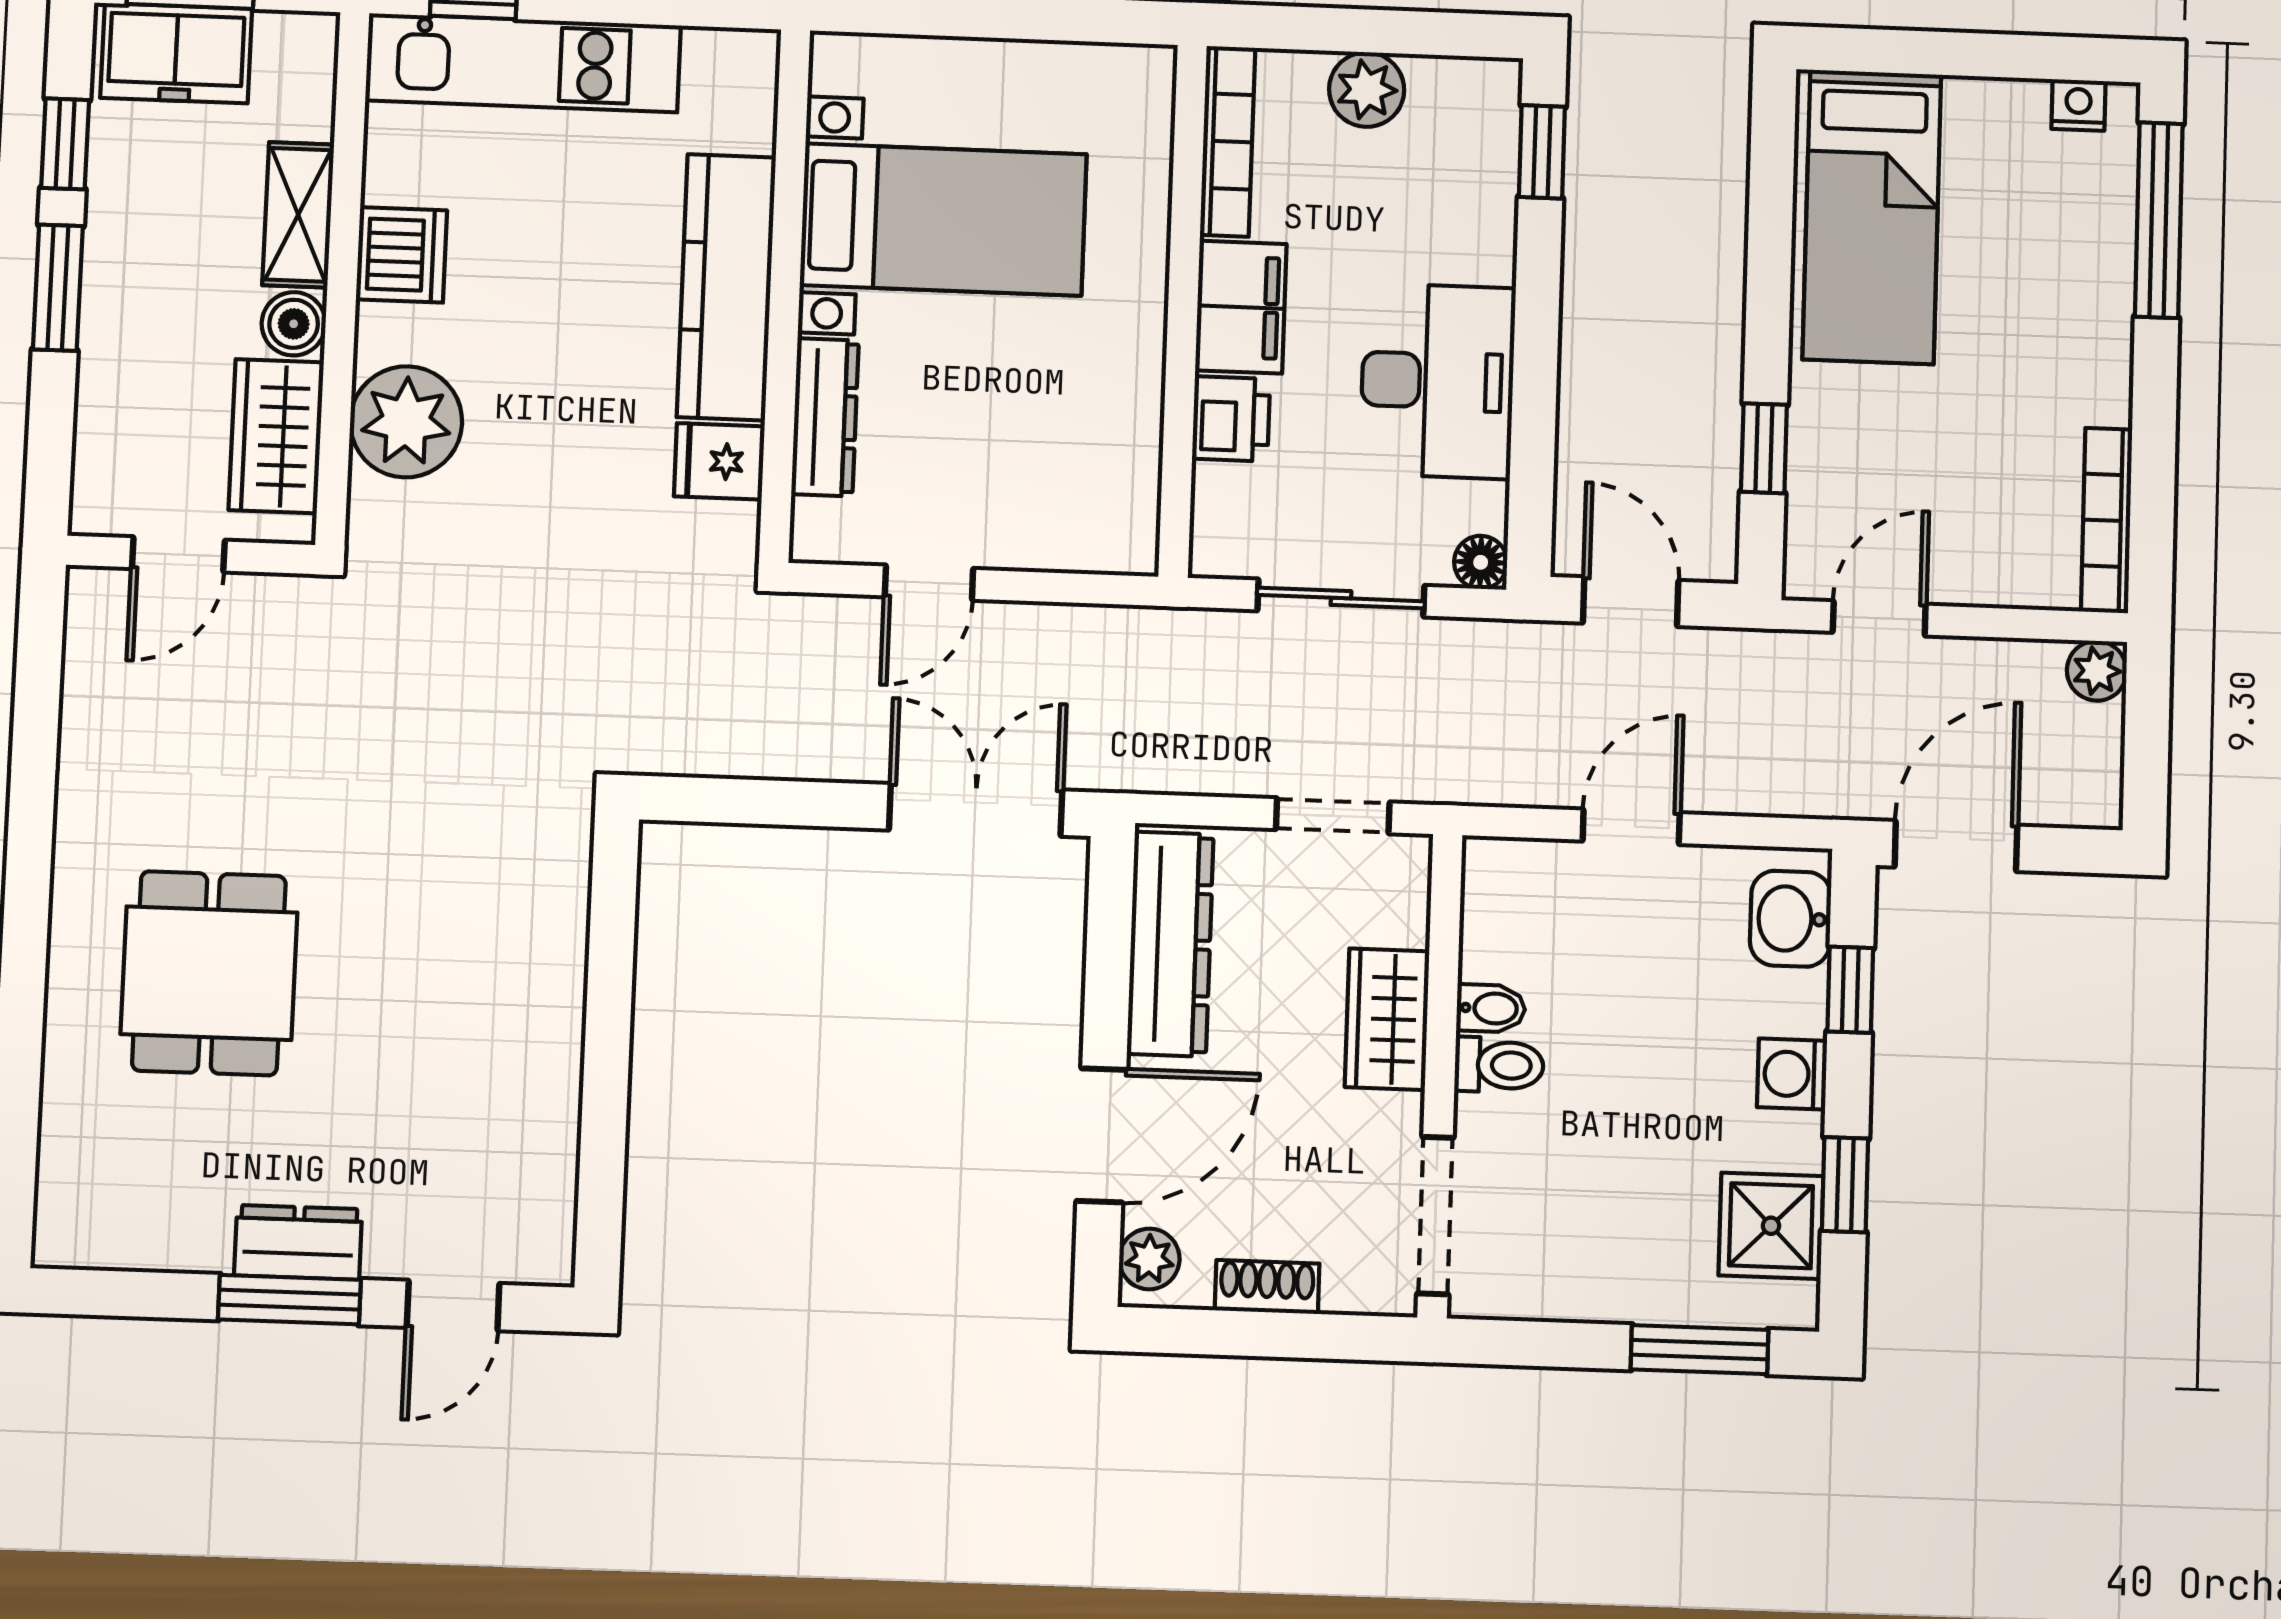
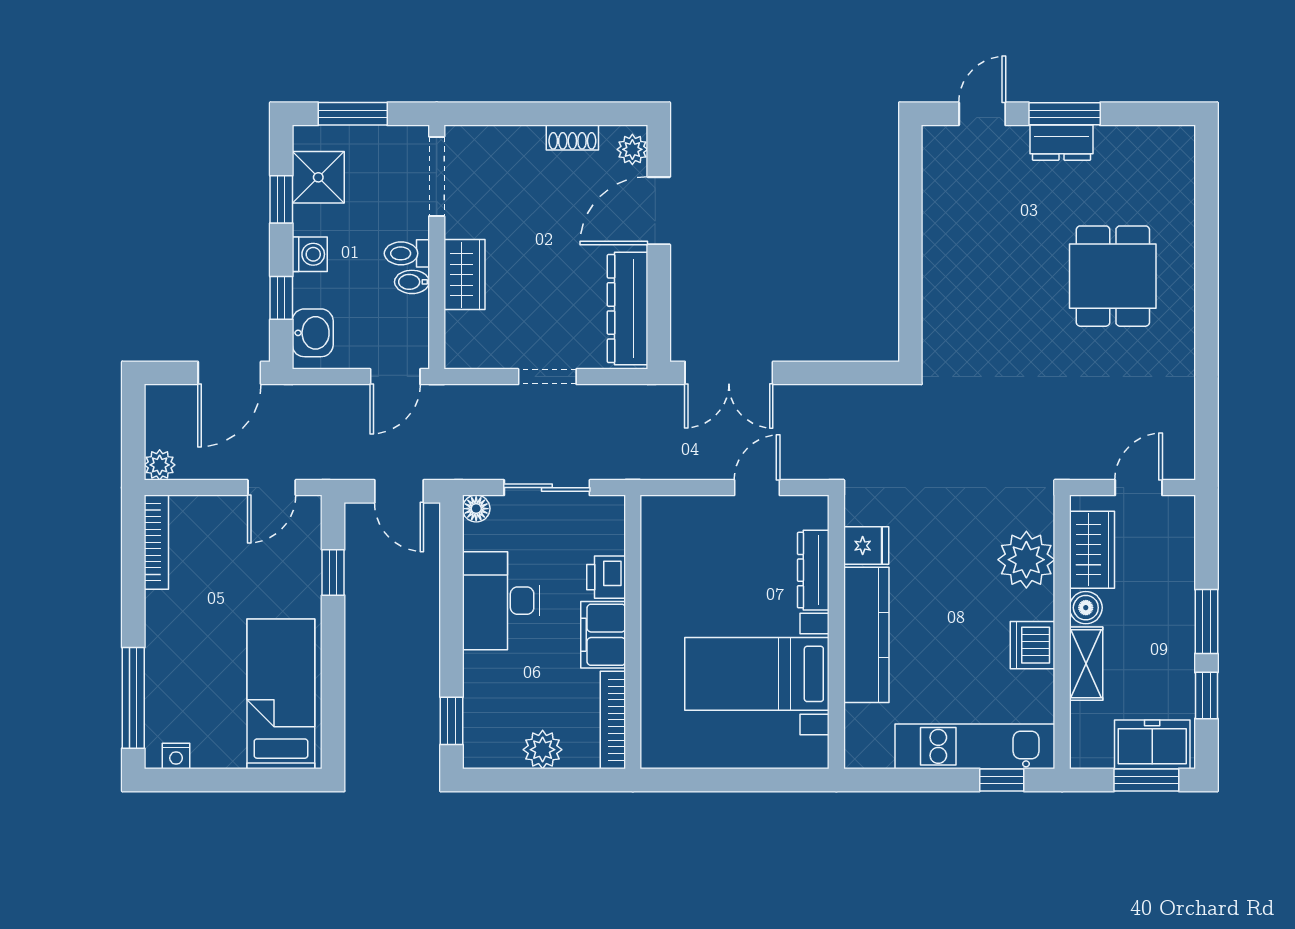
bidet: (1491, 1008) -> (412, 282), moved
wardrobe: (1387, 1019) -> (464, 275), moved
toilet: (1499, 1065) -> (407, 253), moved
wall: (1440, 1076) -> (437, 247), moved
doorway: (1435, 1216) -> (437, 176), moved

